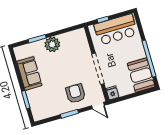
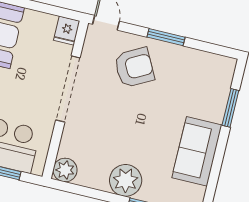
plant: (80, 34) -> (65, 170), added
armchair: (76, 94) -> (134, 67), turned -118

